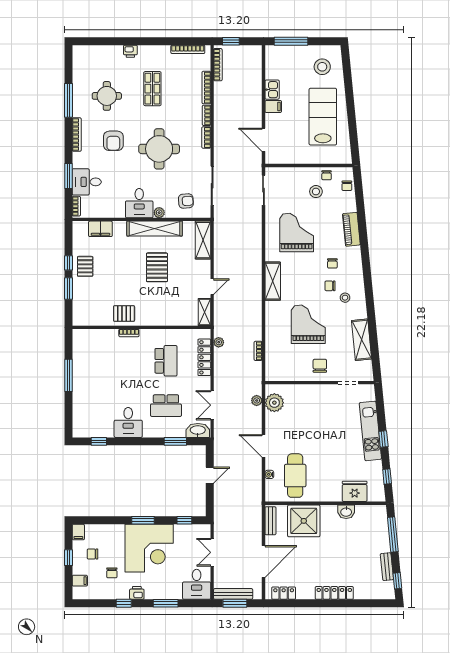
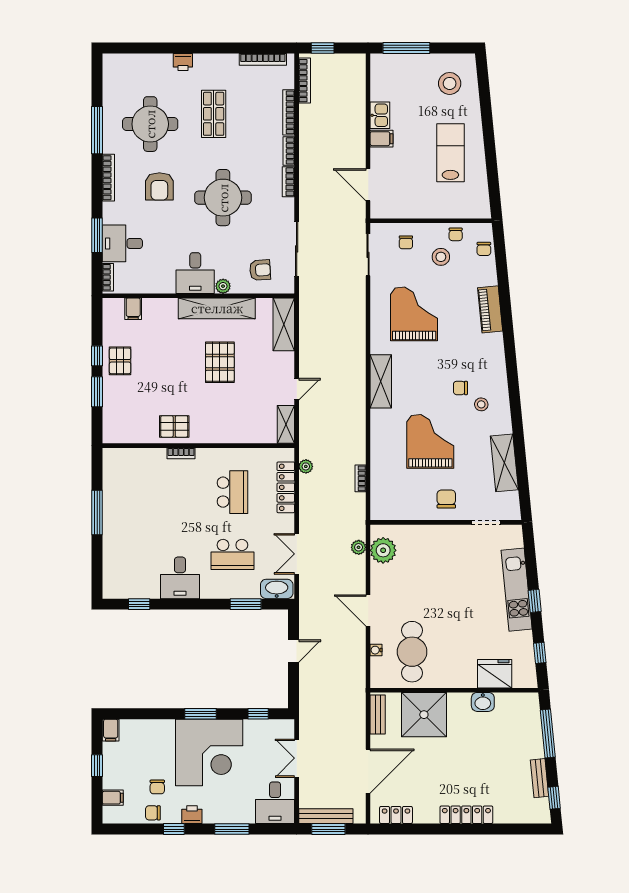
round table: (107, 96) -> (150, 124), width x1.36, depth x1.36
lab bench: (323, 117) -> (450, 153), width x0.73, depth x0.72
filing cabinet: (100, 229) -> (133, 309), width x0.50
chair: (332, 263) -> (406, 242), moved
chair: (92, 554) -> (153, 813), moved

